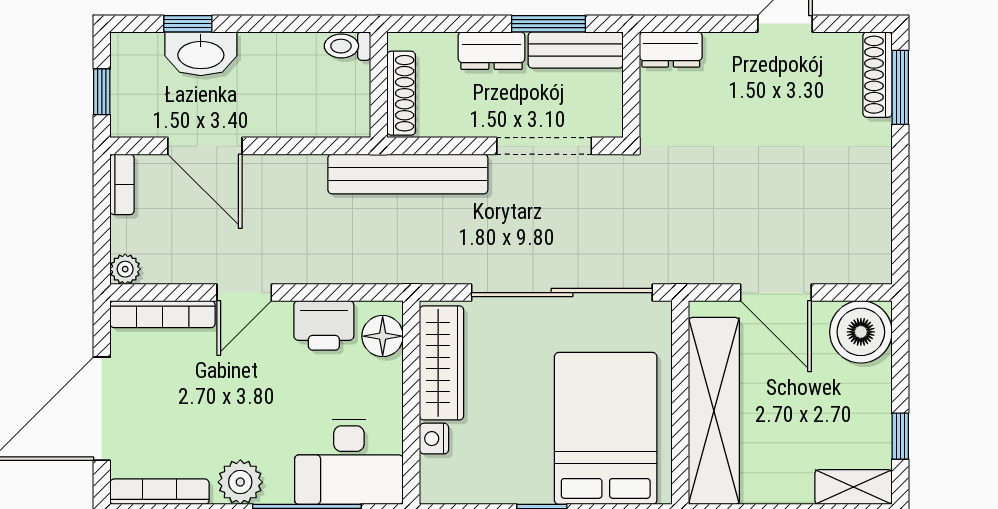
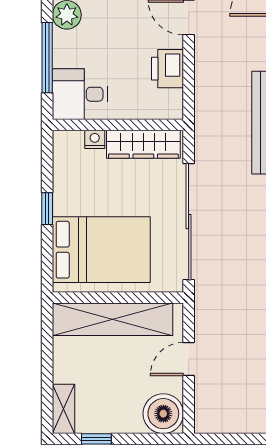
door: (776, 293) -> (189, 359), width x0.73
floor lamp: (383, 336) -> (161, 106), removed
desk: (349, 462) -> (80, 94), width x0.73

